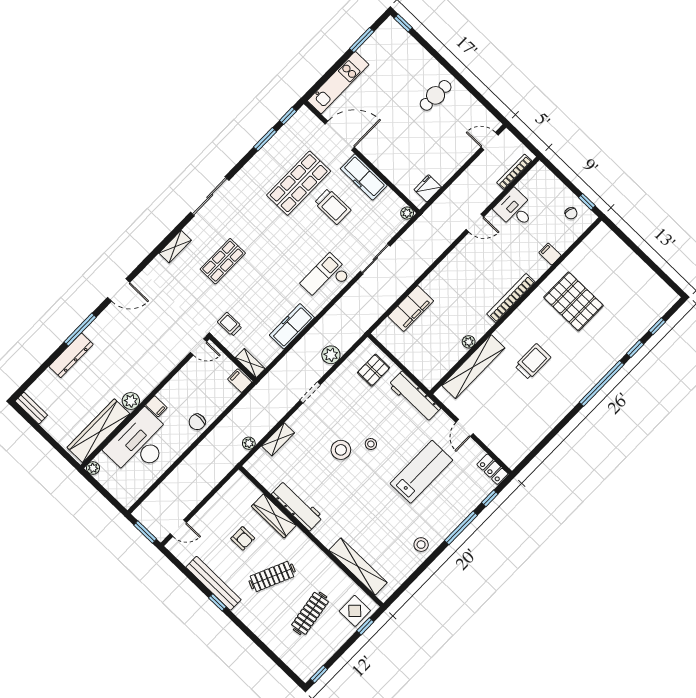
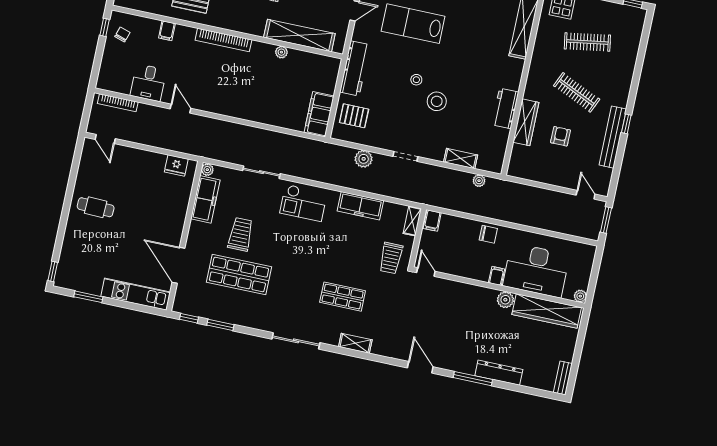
freezer: (364, 177) -> (205, 199), moved
filing cabinet: (411, 309) -> (319, 114), moved, turned -90
trolley: (230, 324) -> (391, 258), width x1.36, depth x1.39
workbench: (297, 506) -> (505, 108), width x0.73

